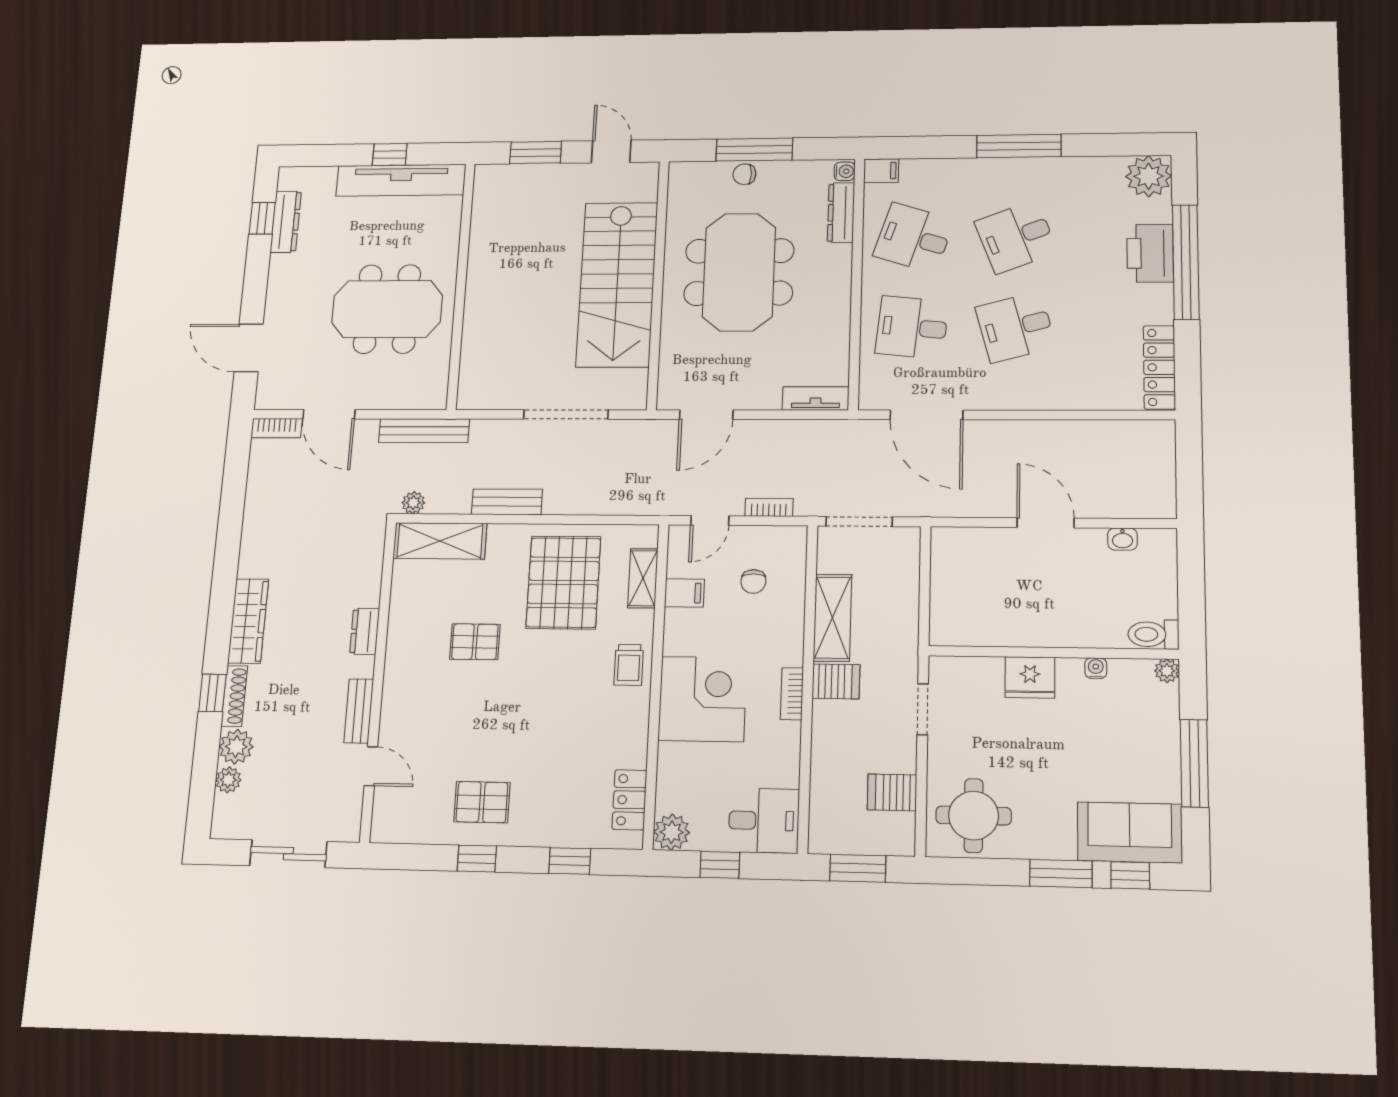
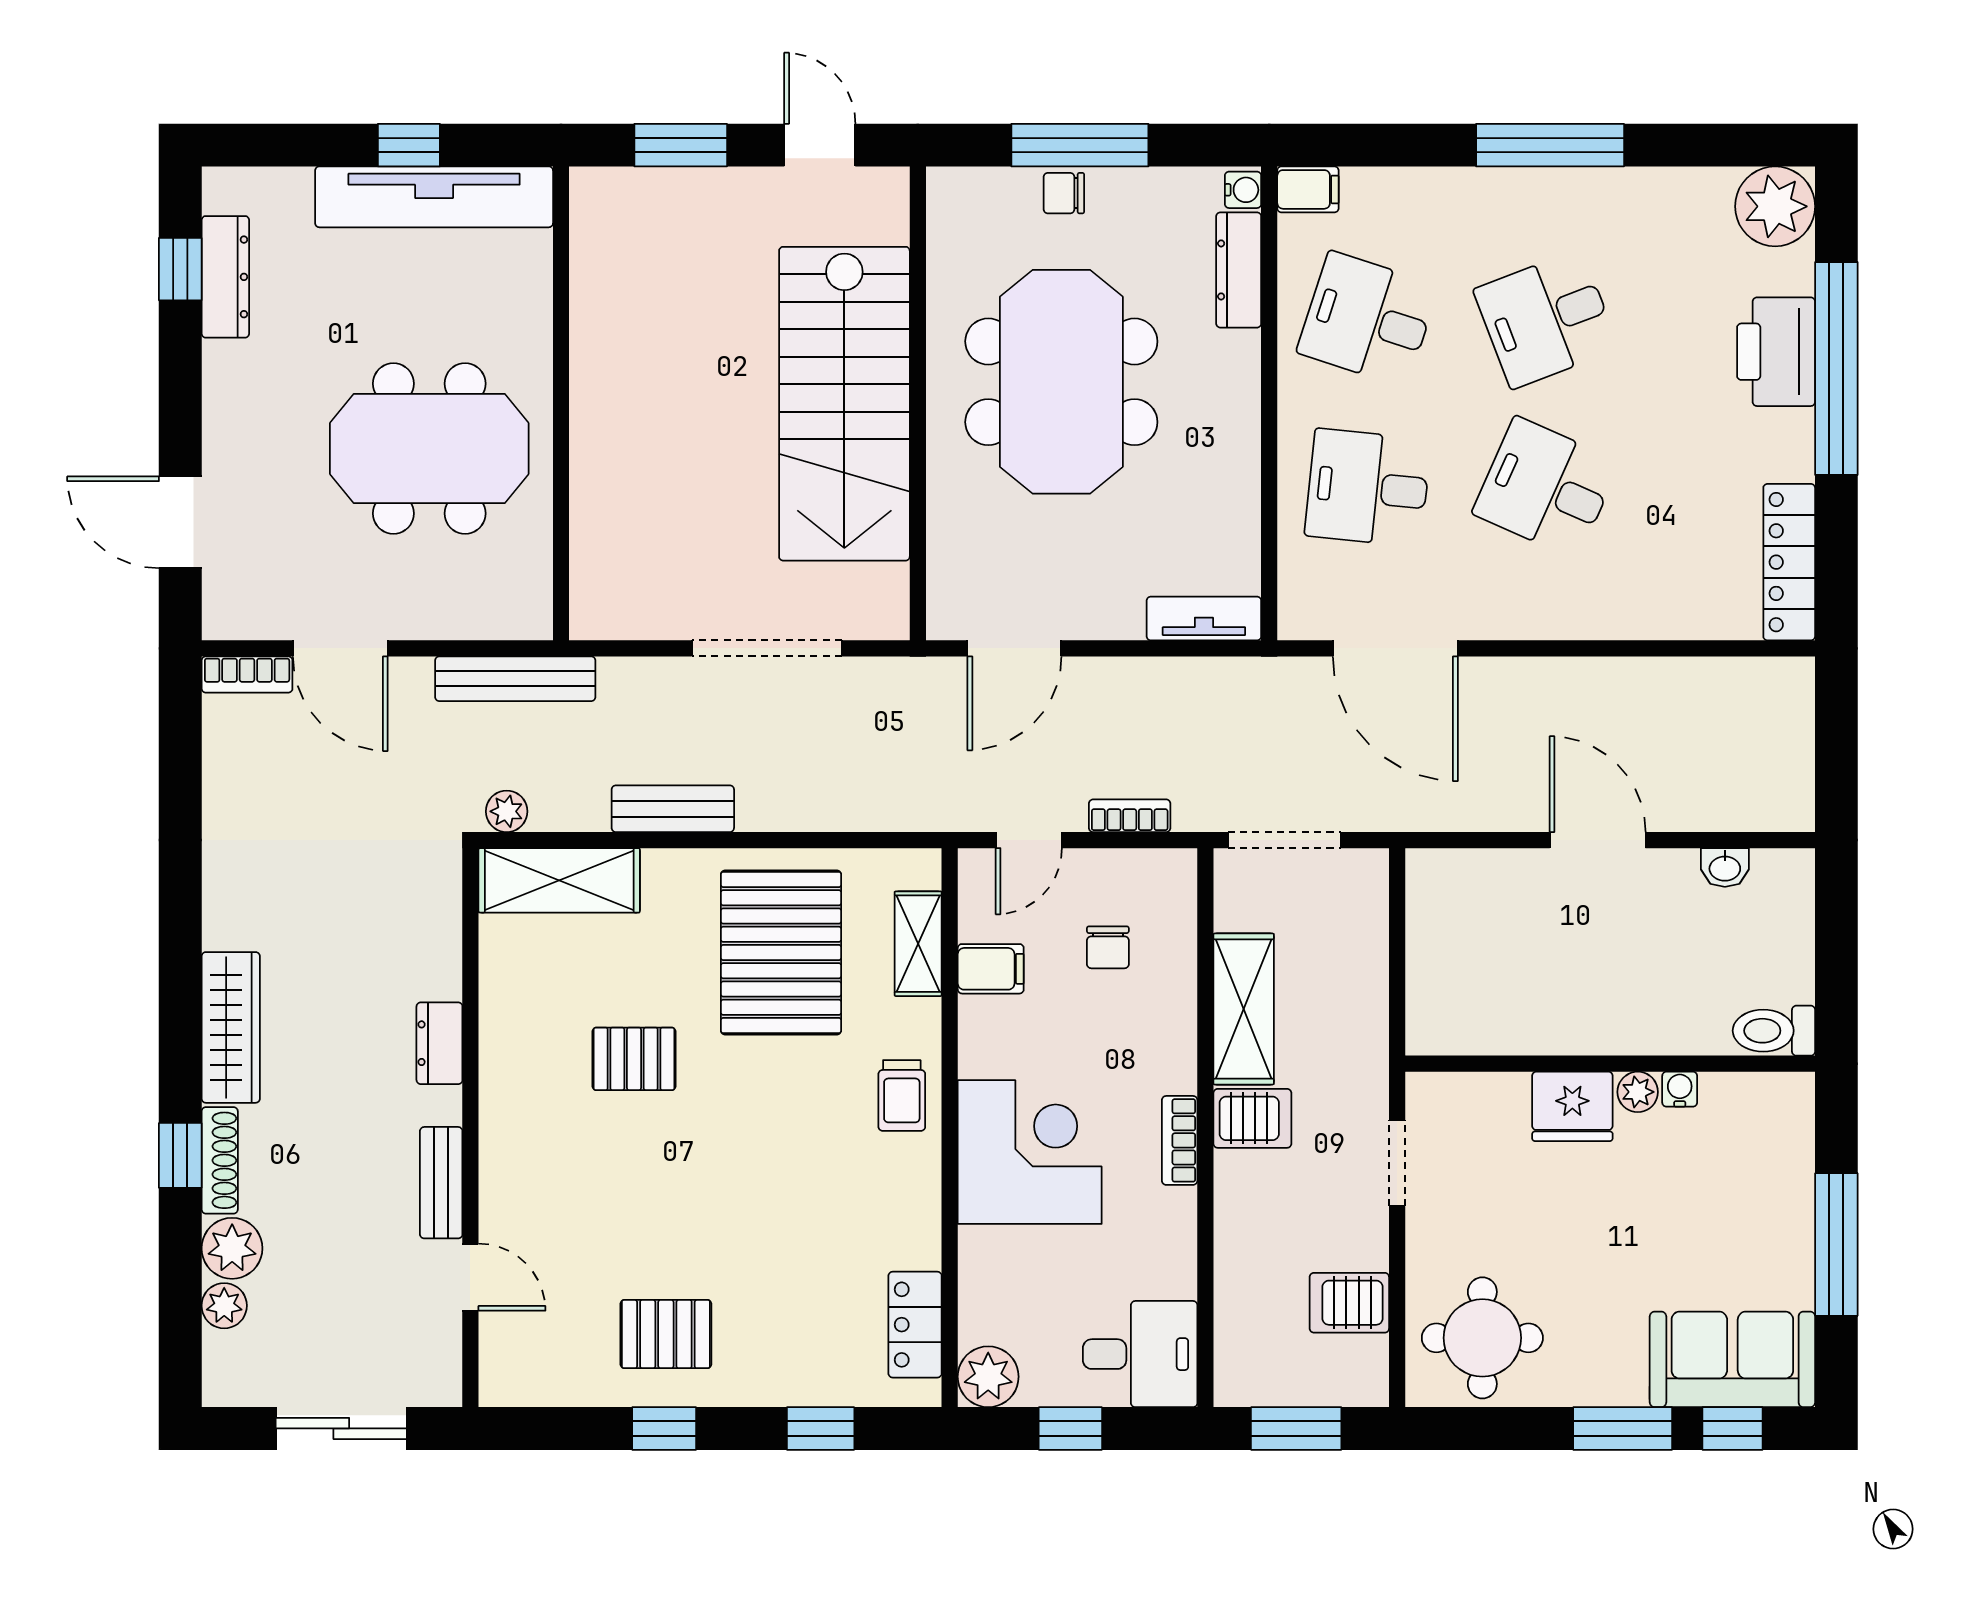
desk: (1016, 327) -> (1546, 488), turned 39
plant: (1167, 671) -> (1638, 1092), moved

